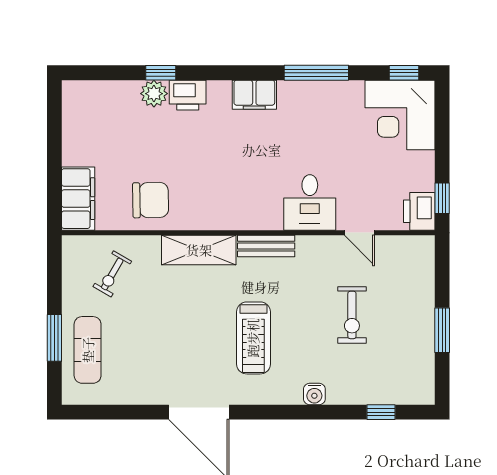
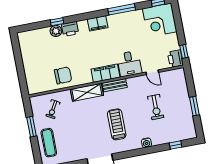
filing cabinet: (78, 199) -> (105, 73), moved, turned -90
window: (54, 338) -> (31, 127), moved
treadmill: (253, 338) -> (117, 124), turned 180

